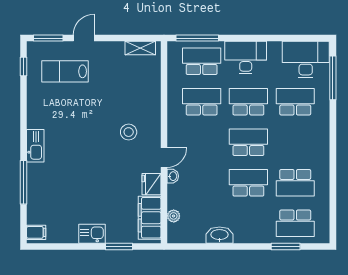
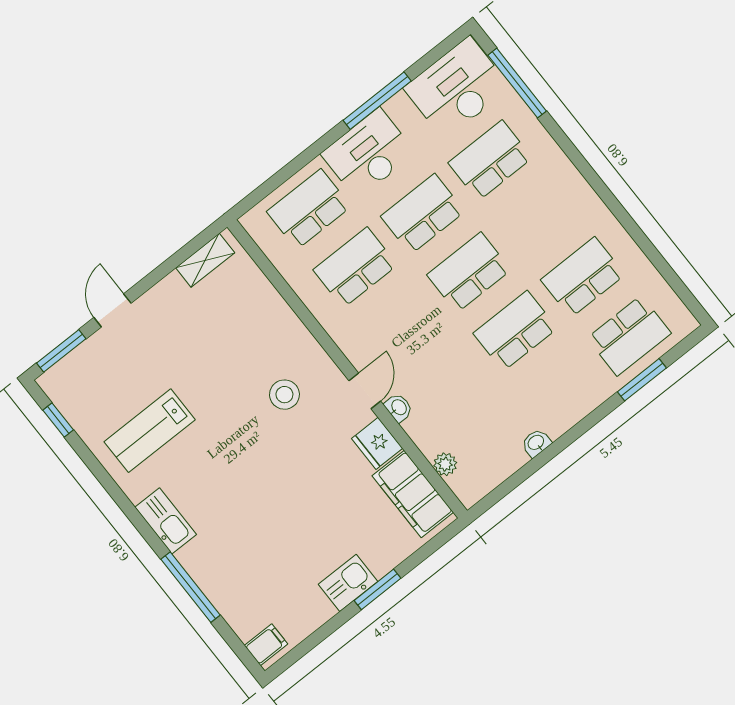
window: (197, 38) -> (377, 101), moved
lab bench: (65, 71) -> (150, 431), moved
school desk: (295, 183) -> (583, 277), turned 180
washbasin: (219, 235) -> (536, 443), width x0.52, depth x0.69
window: (119, 246) -> (377, 589), moved

